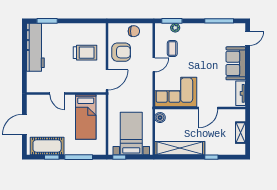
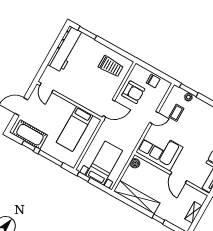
trolley: (85, 53) -> (111, 66), moved
door: (57, 94) -> (47, 88), moved
door: (208, 108) -> (178, 178), hinge flipped

